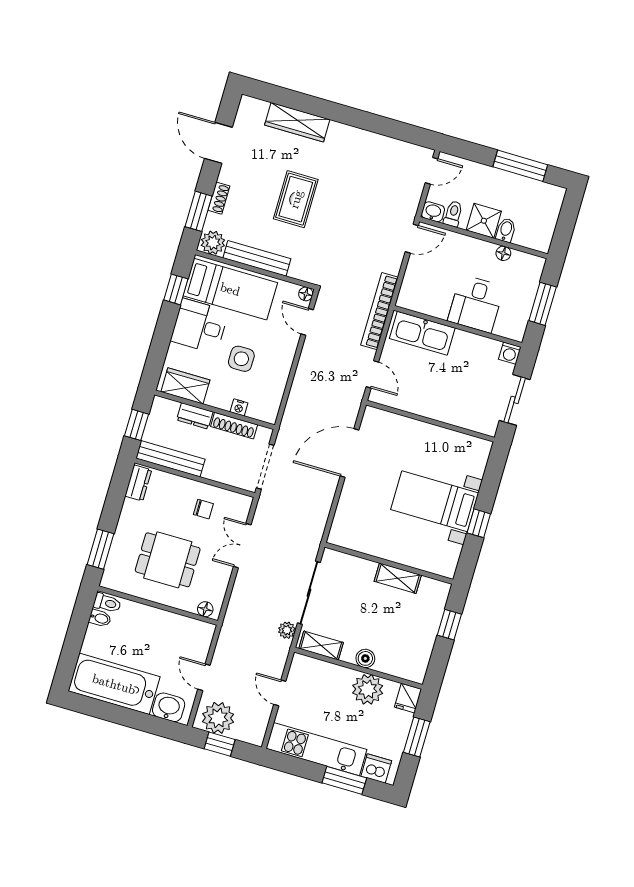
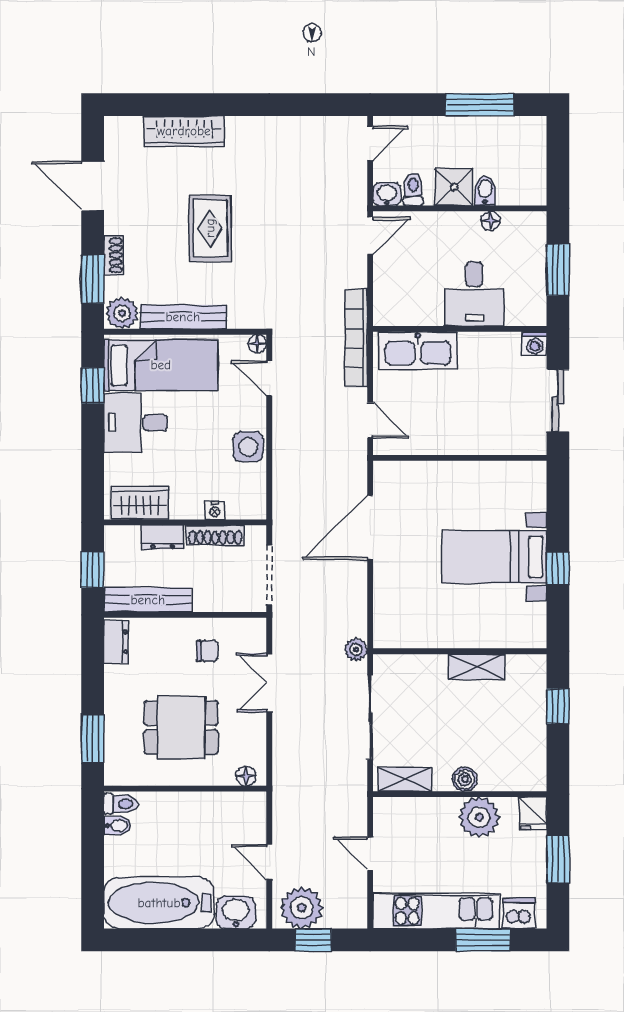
side table: (241, 359) -> (248, 447), moved
plant: (287, 630) -> (356, 650), moved

